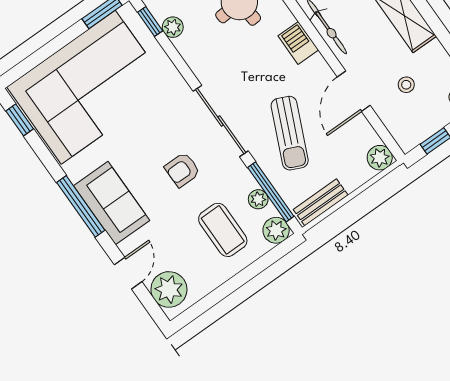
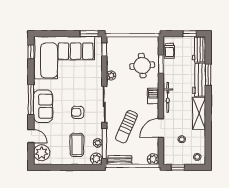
plant: (173, 27) -> (111, 76), moved
door: (128, 273) -> (31, 136), hinge flipped

